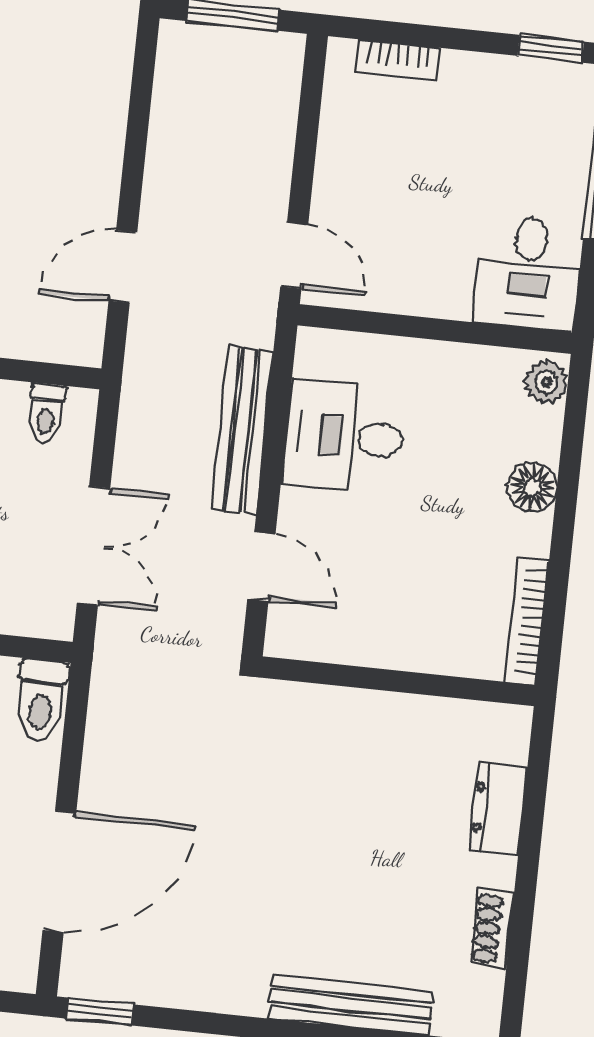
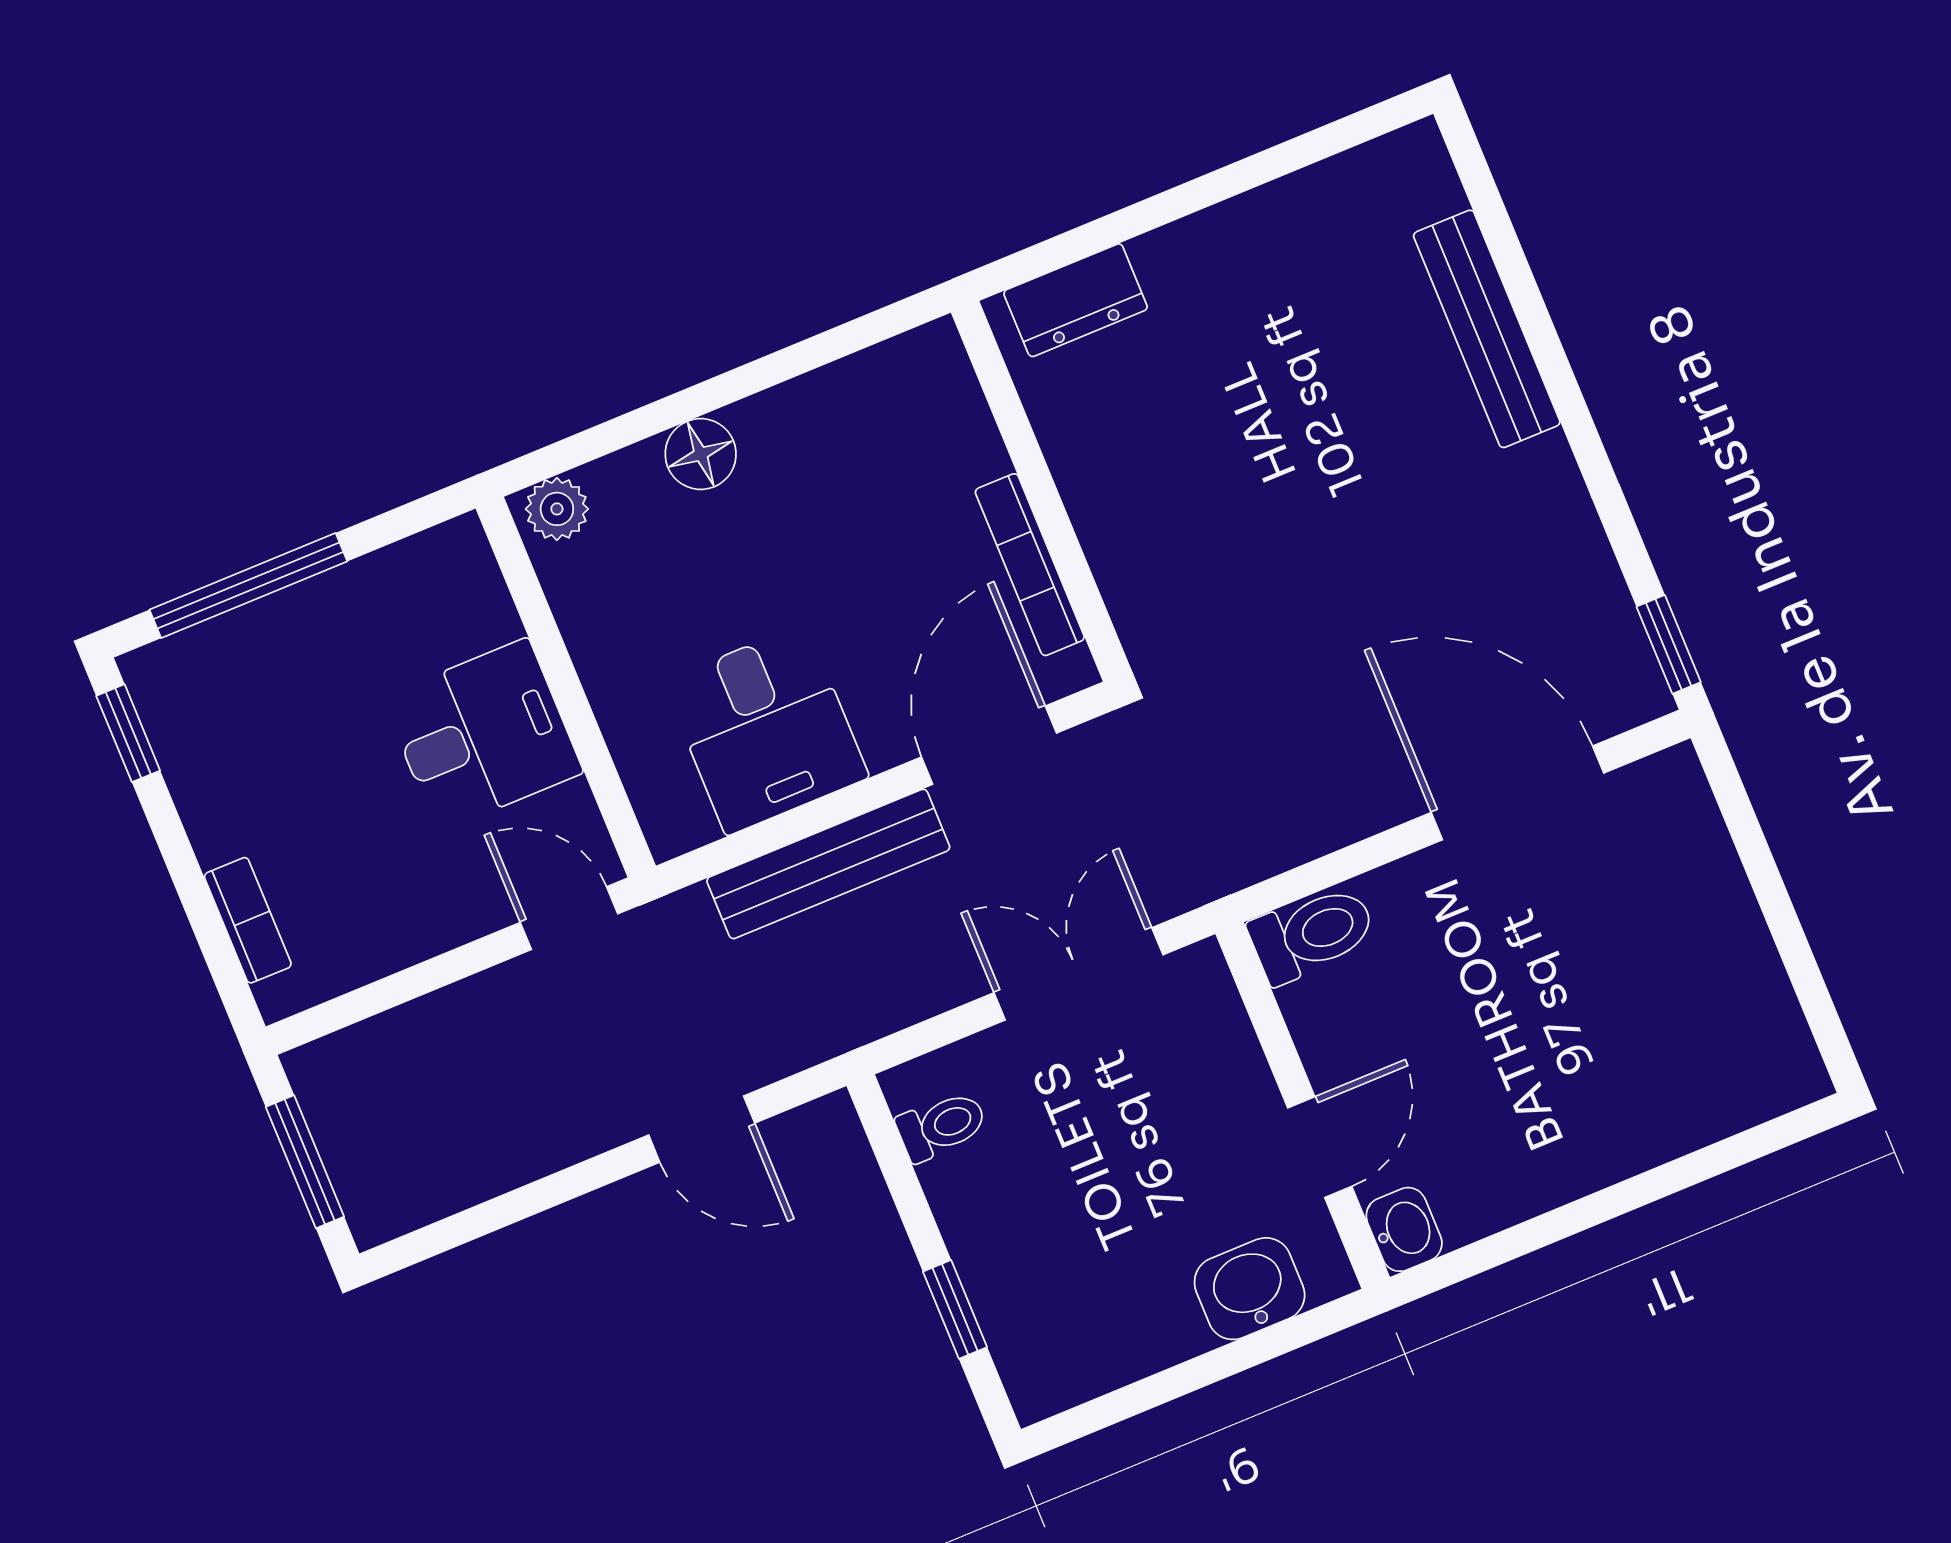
door: (294, 255) -> (569, 918), hinge flipped
desk: (528, 273) -> (483, 735), moved
door: (261, 567) -> (989, 745), width x1.38
bookcase: (527, 622) -> (1030, 565), moved, turned 90
dresser: (498, 809) -> (1076, 300), moved
shoe rack: (492, 929) -> (1292, 201), removed

